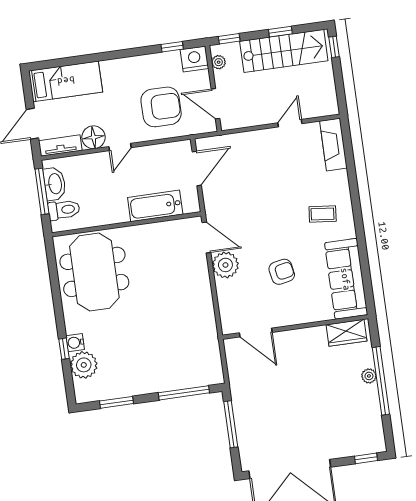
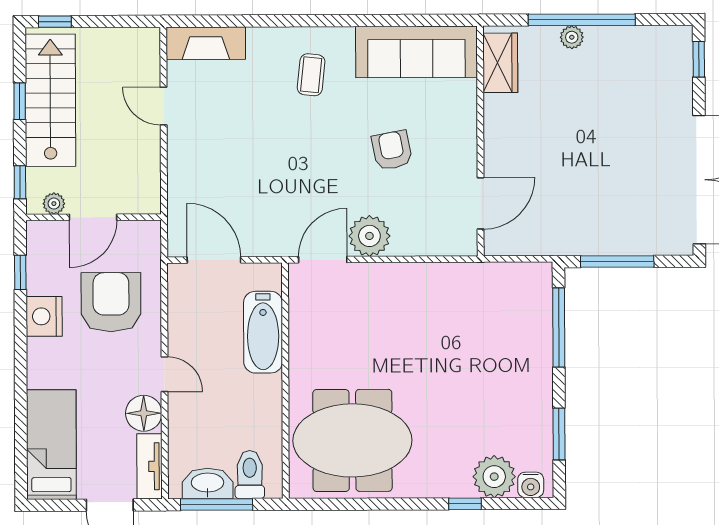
nightstand: (194, 59) -> (44, 316), moved
door: (216, 104) -> (93, 217), moved
water cooler: (75, 343) -> (531, 485), moved

